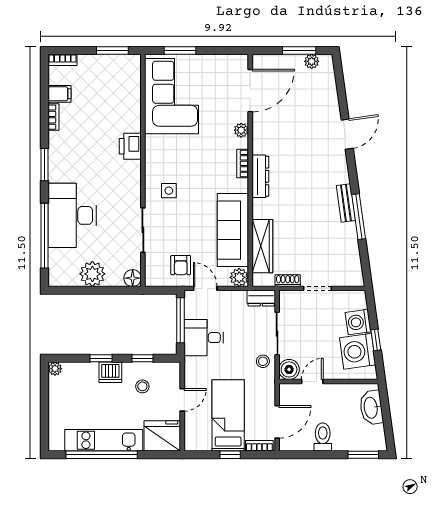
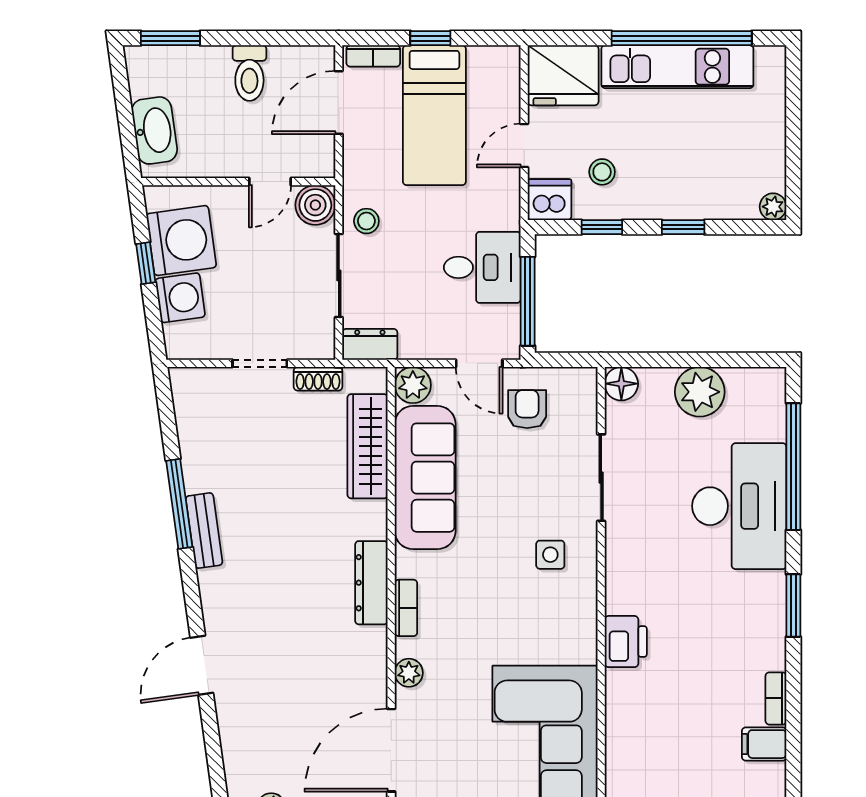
dishwasher: (110, 372) -> (549, 200), moved

